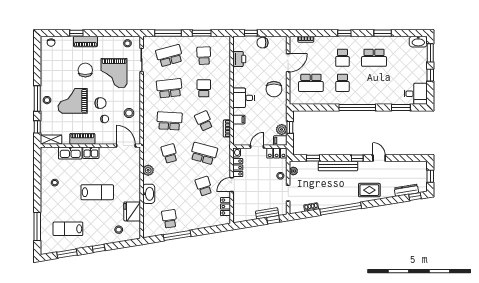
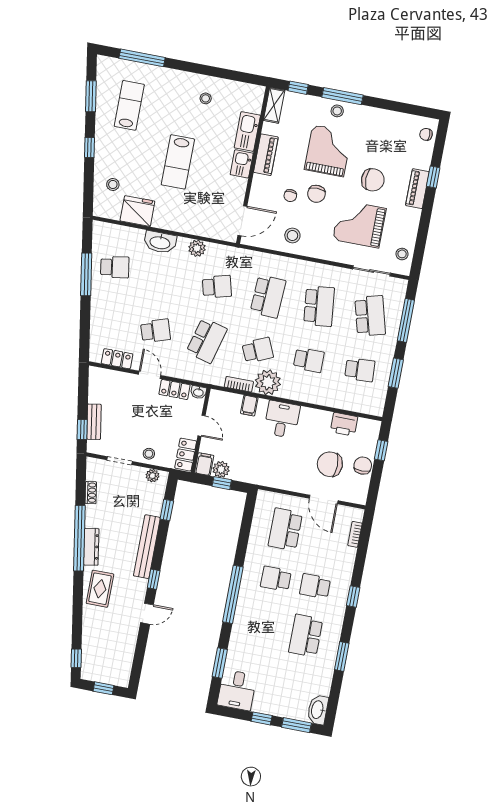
chair: (274, 89) -> (330, 464), moved
plant: (222, 111) -> (268, 382), added
dresser: (406, 190) -> (91, 547), moved

